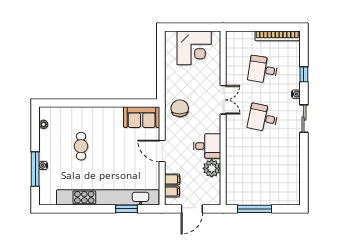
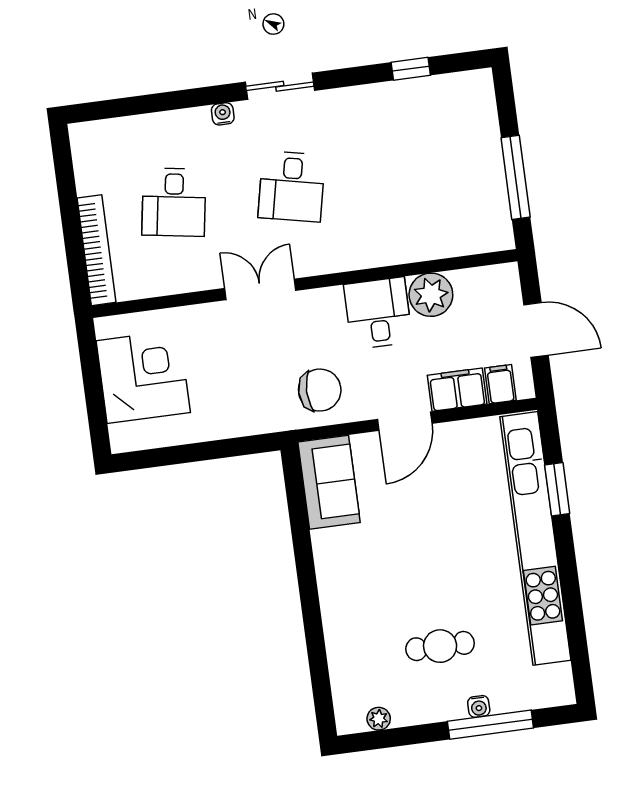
bookcase: (277, 36) -> (97, 250), moved
window: (304, 74) -> (411, 69), moved
chair: (180, 108) -> (320, 390), moved, turned 180
cafe table: (81, 146) -> (440, 646), moved
filing cabinet: (172, 179) -> (457, 390), width x2.00

